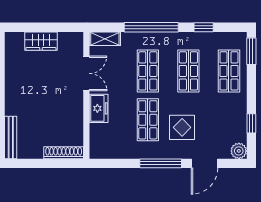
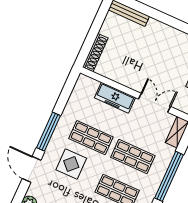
double door: (86, 73) -> (155, 103), swing flipped
freezer: (99, 108) -> (115, 98), width x1.40

